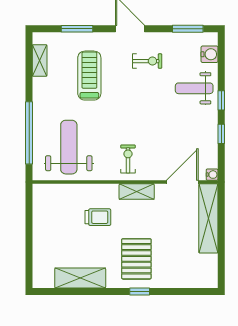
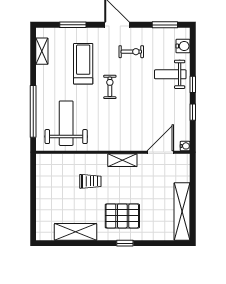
exercise bike: (128, 159) -> (110, 87), moved
shelving: (208, 218) -> (182, 211), moved
pallet: (136, 259) -> (122, 216), turned 90

